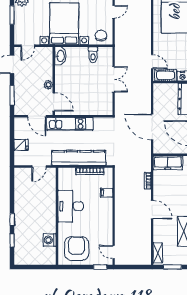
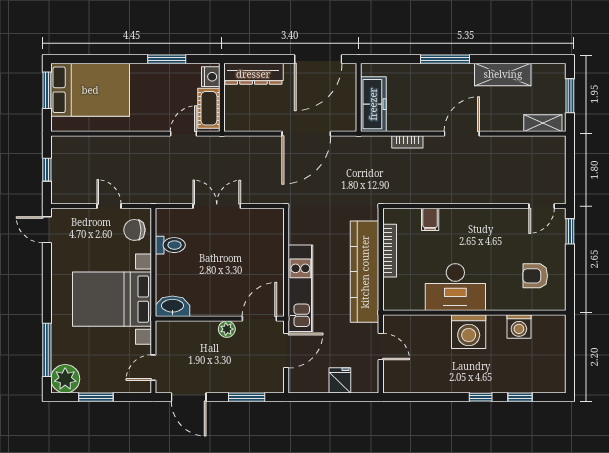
door: (114, 12) -> (109, 206), moved
door: (28, 46) -> (153, 368), swing flipped
washing machine: (47, 213) -> (469, 332), added
armchair: (77, 249) -> (535, 276), width x0.53, depth x0.53

